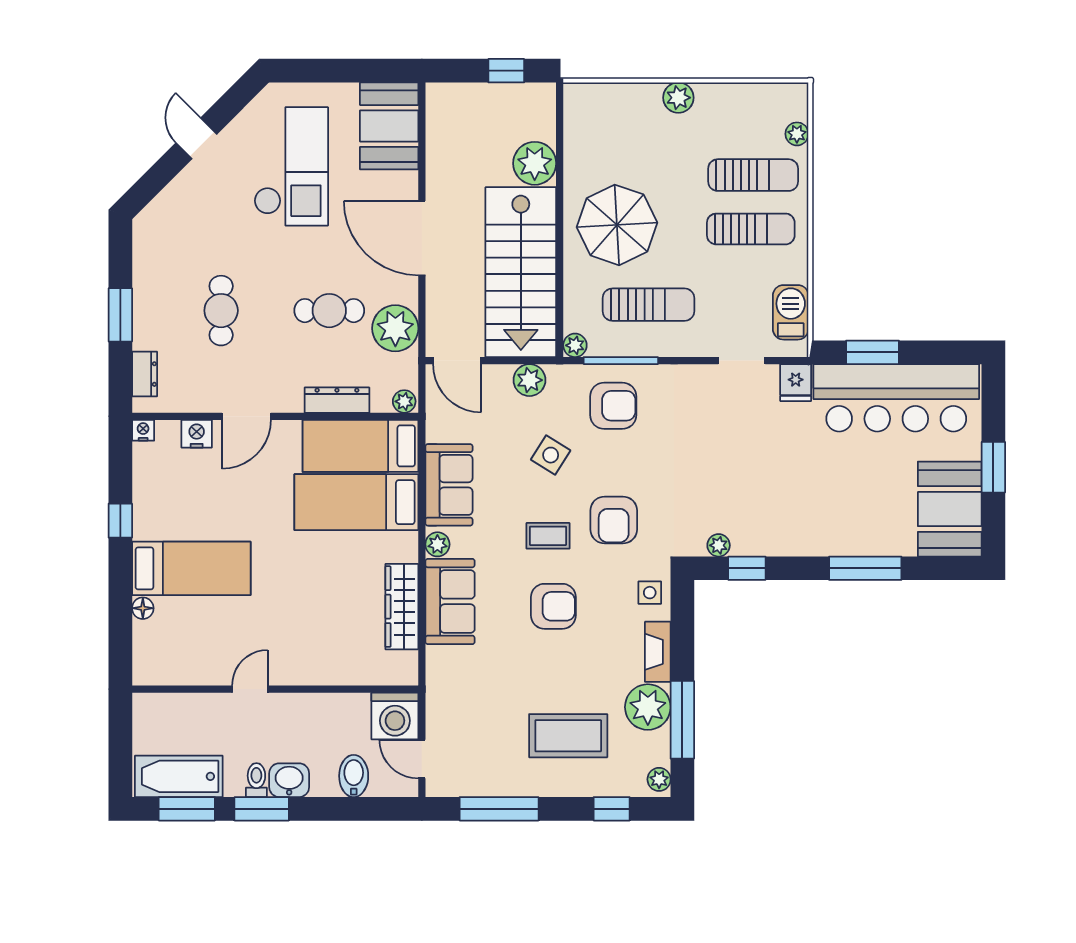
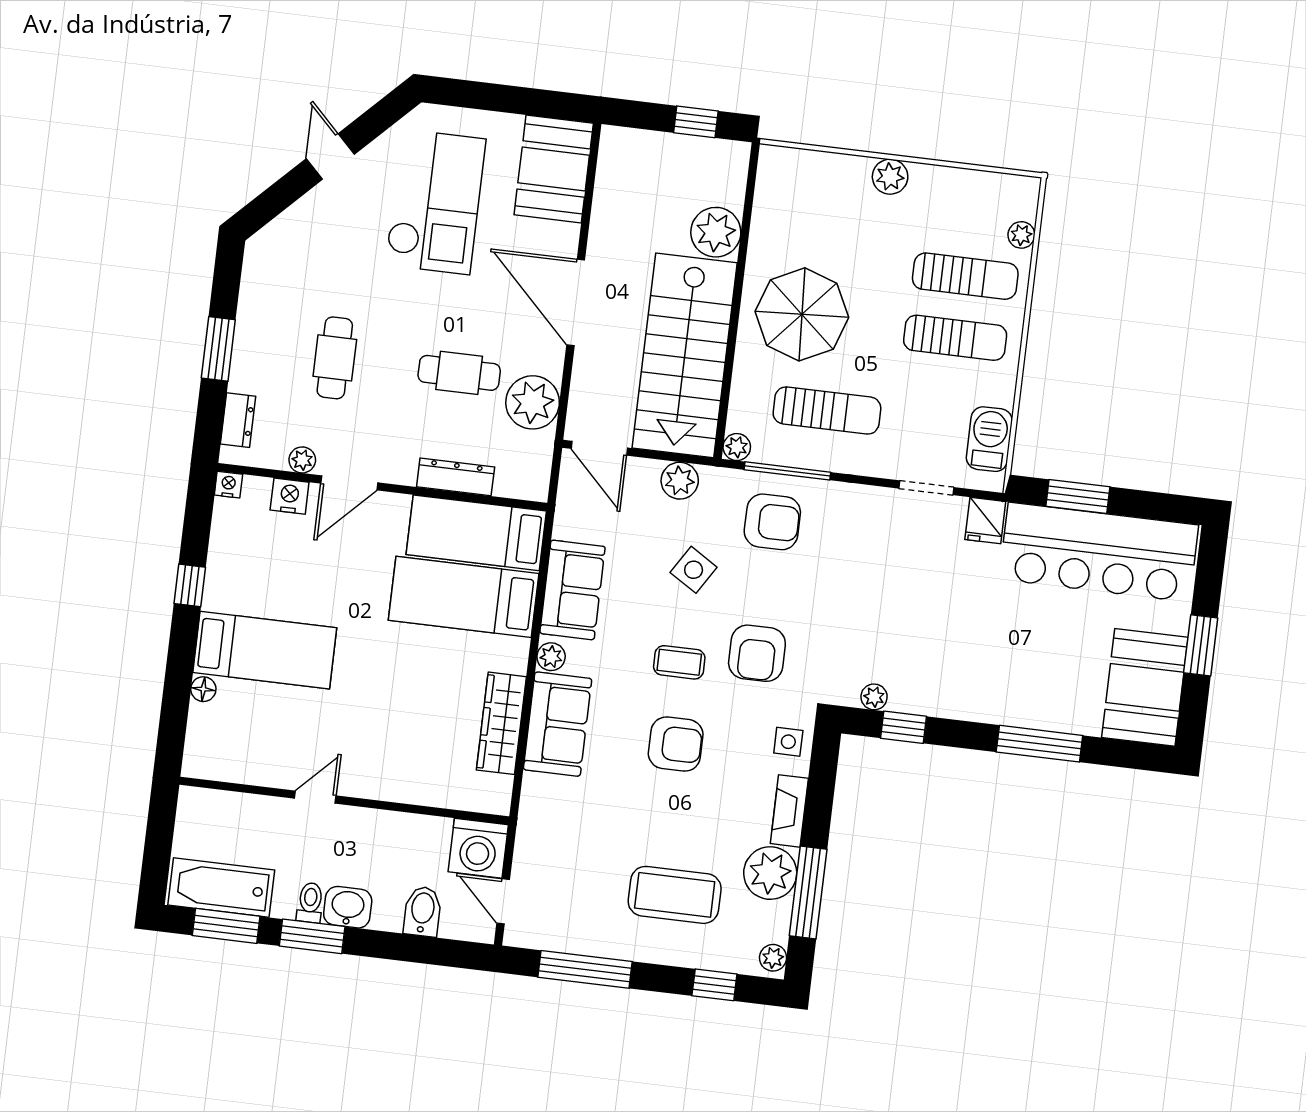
plant: (404, 401) -> (302, 460), moved

